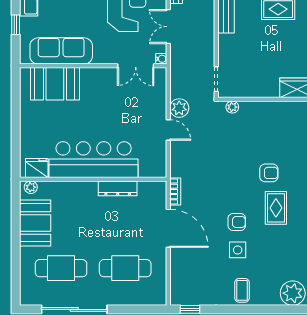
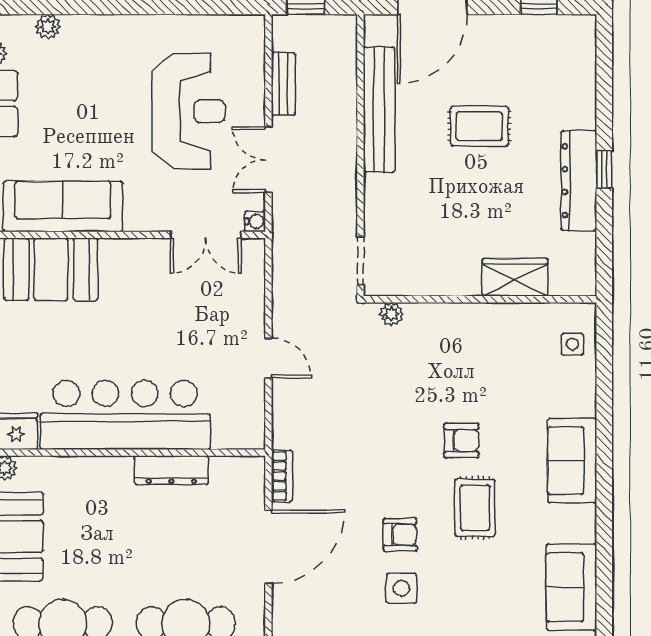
plant: (179, 108) -> (289, 316), removed
door: (168, 228) -> (268, 547), hinge flipped

